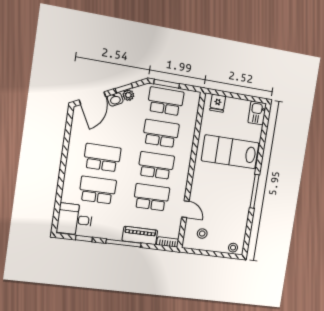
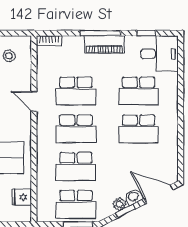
door: (92, 98) -> (159, 194), hinge flipped
fridge: (218, 103) -> (22, 197), moved, turned -90
door: (185, 209) -> (34, 101), moved
piano: (140, 235) -> (104, 44), moved

